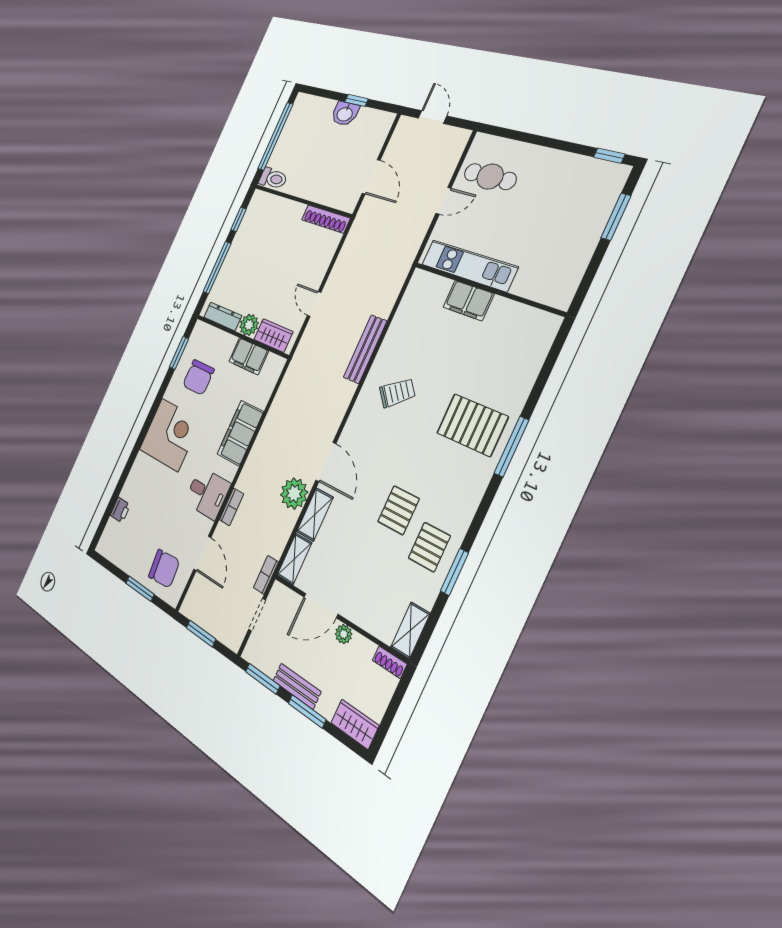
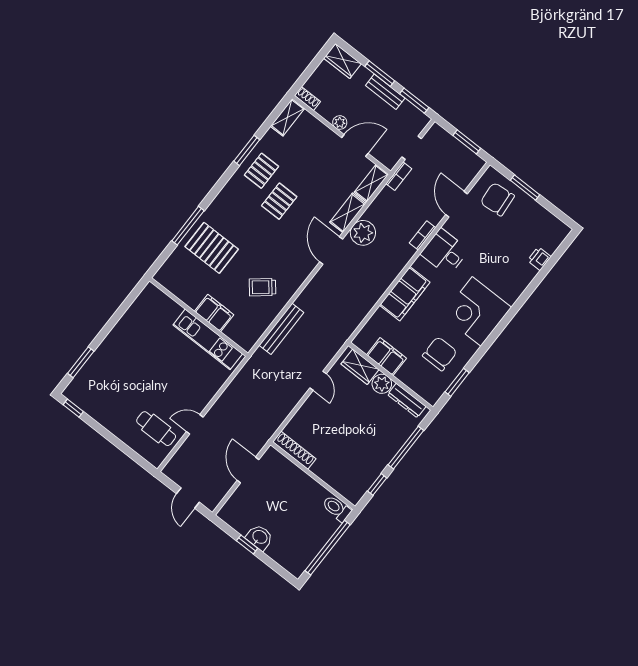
kitchen unit: (469, 266) -> (208, 339), moved
wall: (487, 289) -> (199, 317), moved
filing cabinet: (468, 301) -> (214, 313), moved

